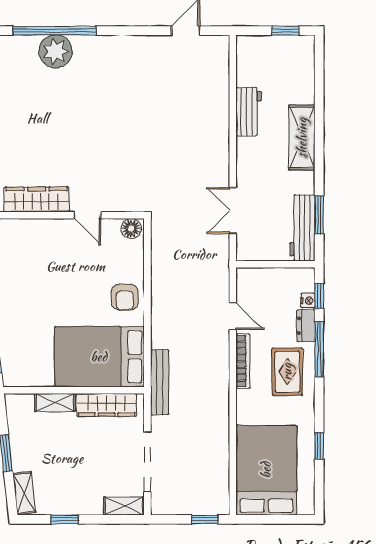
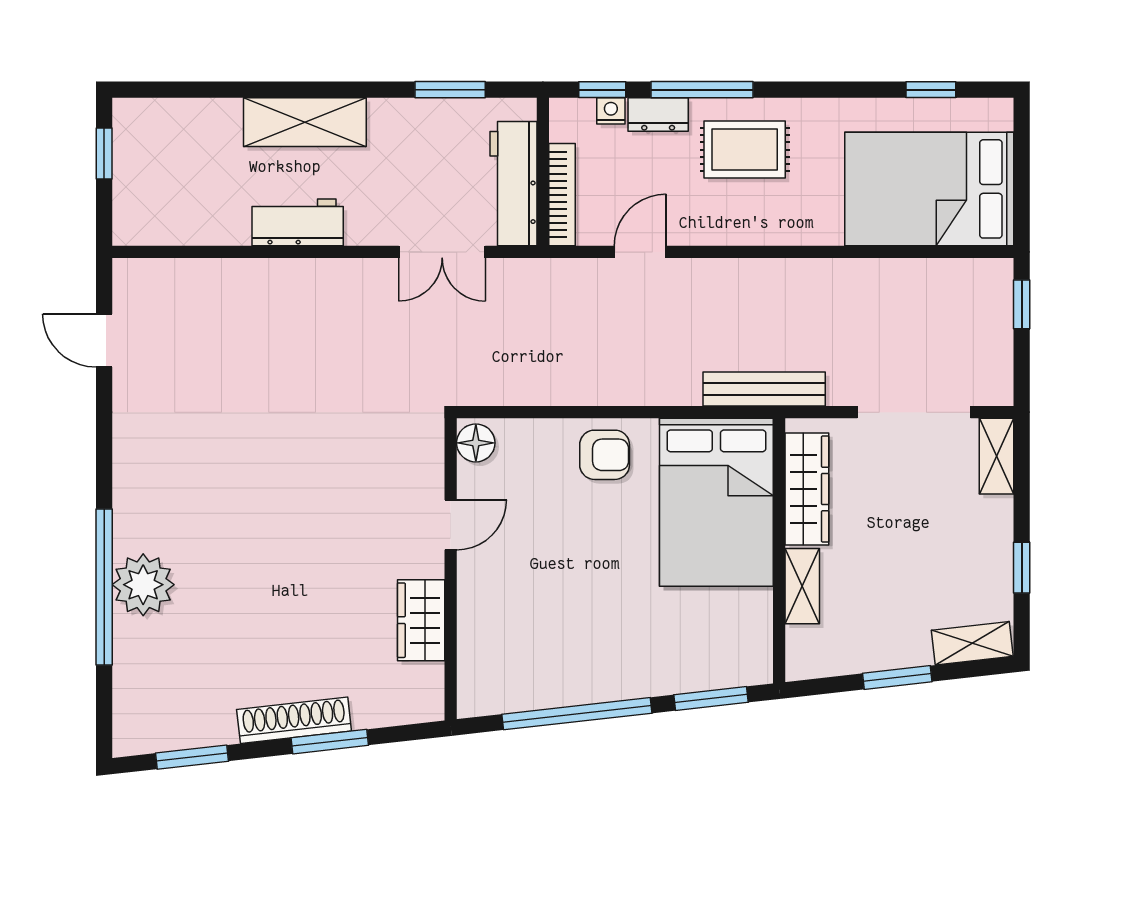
workbench: (249, 112) -> (298, 222), moved
wardrobe: (37, 199) -> (421, 620), width x0.67
workbench: (302, 228) -> (513, 184), moved, turned 90
bookcase: (243, 361) -> (562, 195), moved, turned 90
window: (319, 446) -> (931, 90), moved

